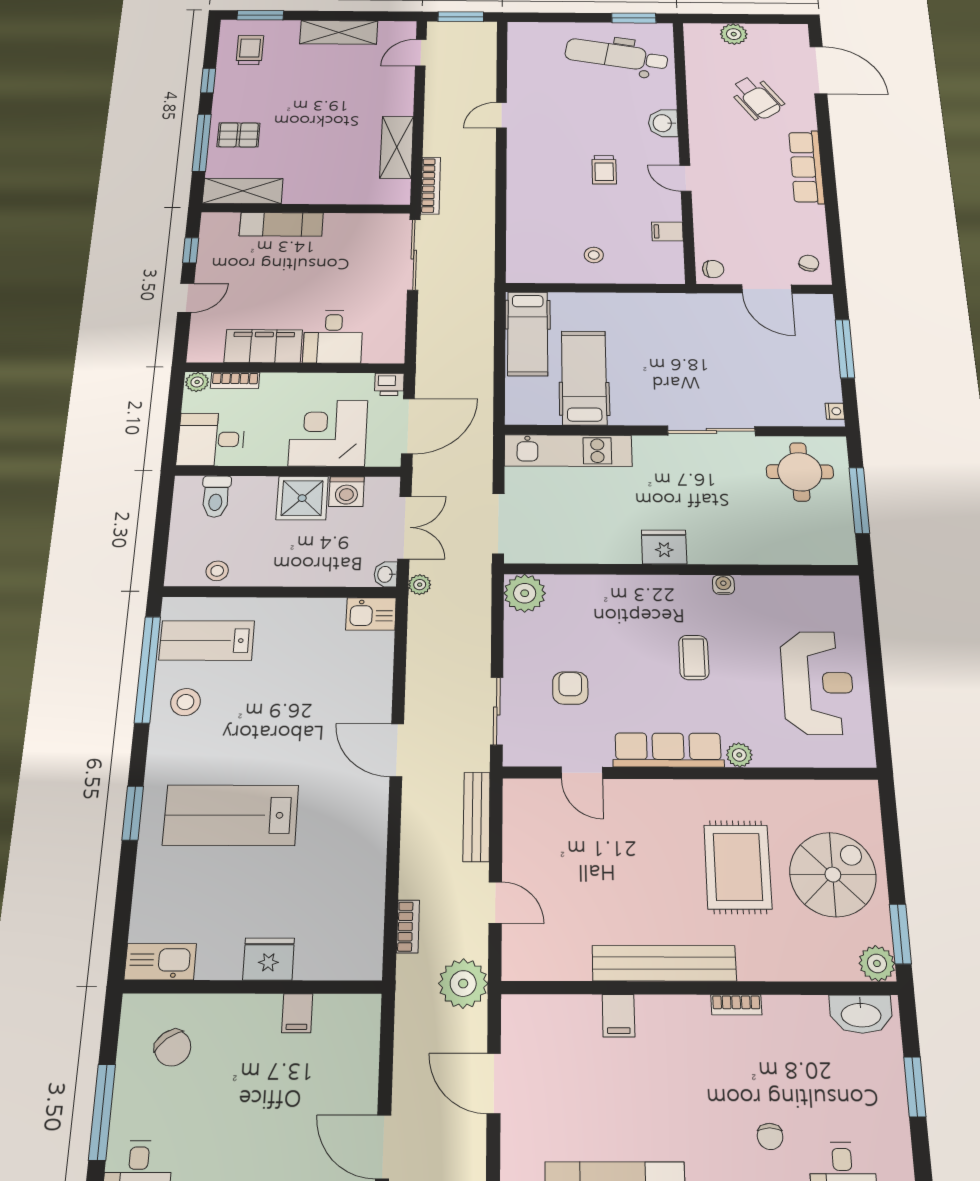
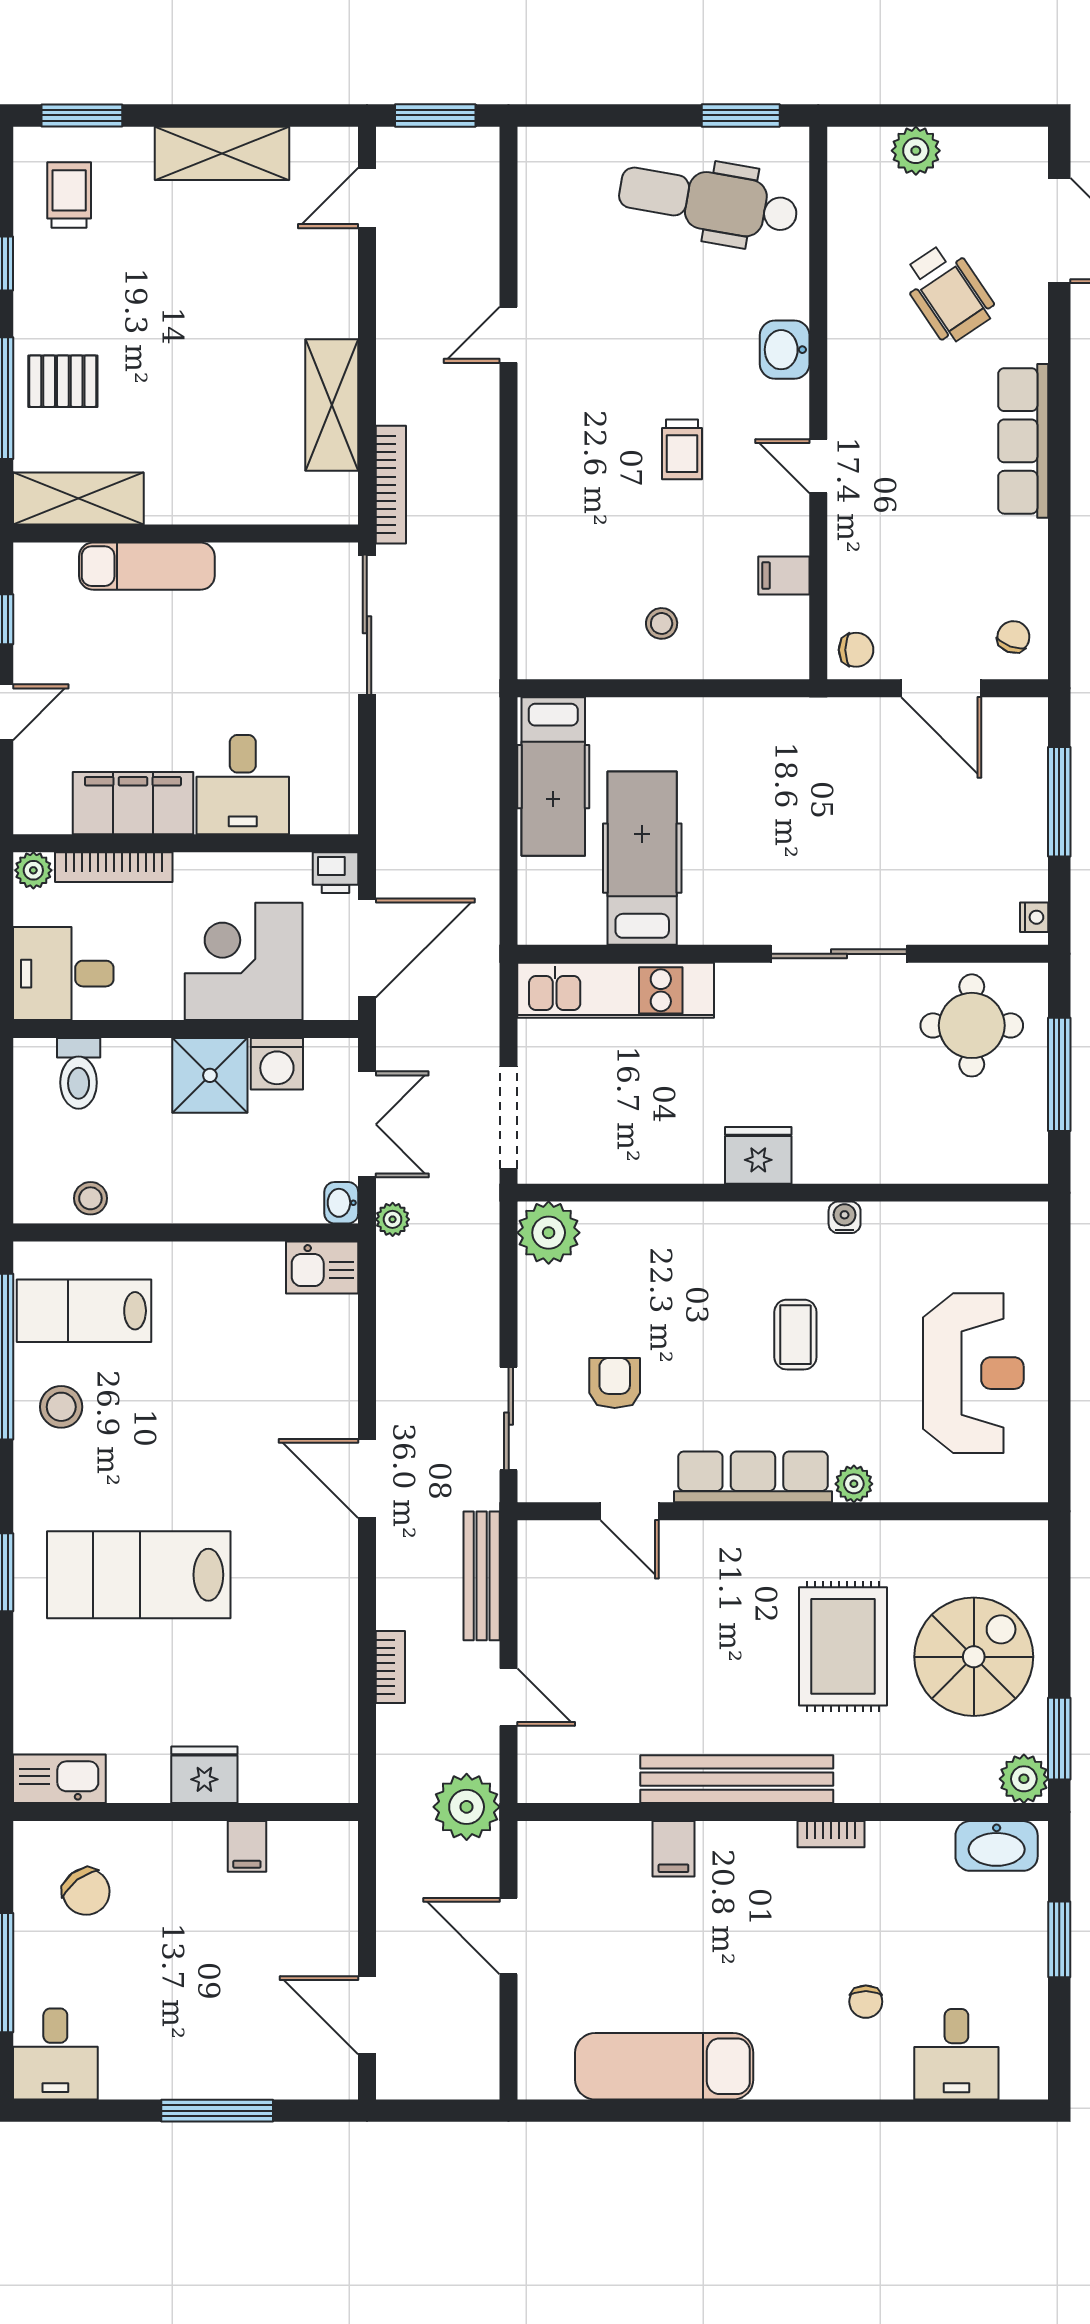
bookcase: (235, 380) -> (114, 867), width x1.56
bookcase: (408, 927) -> (390, 1667), moved

